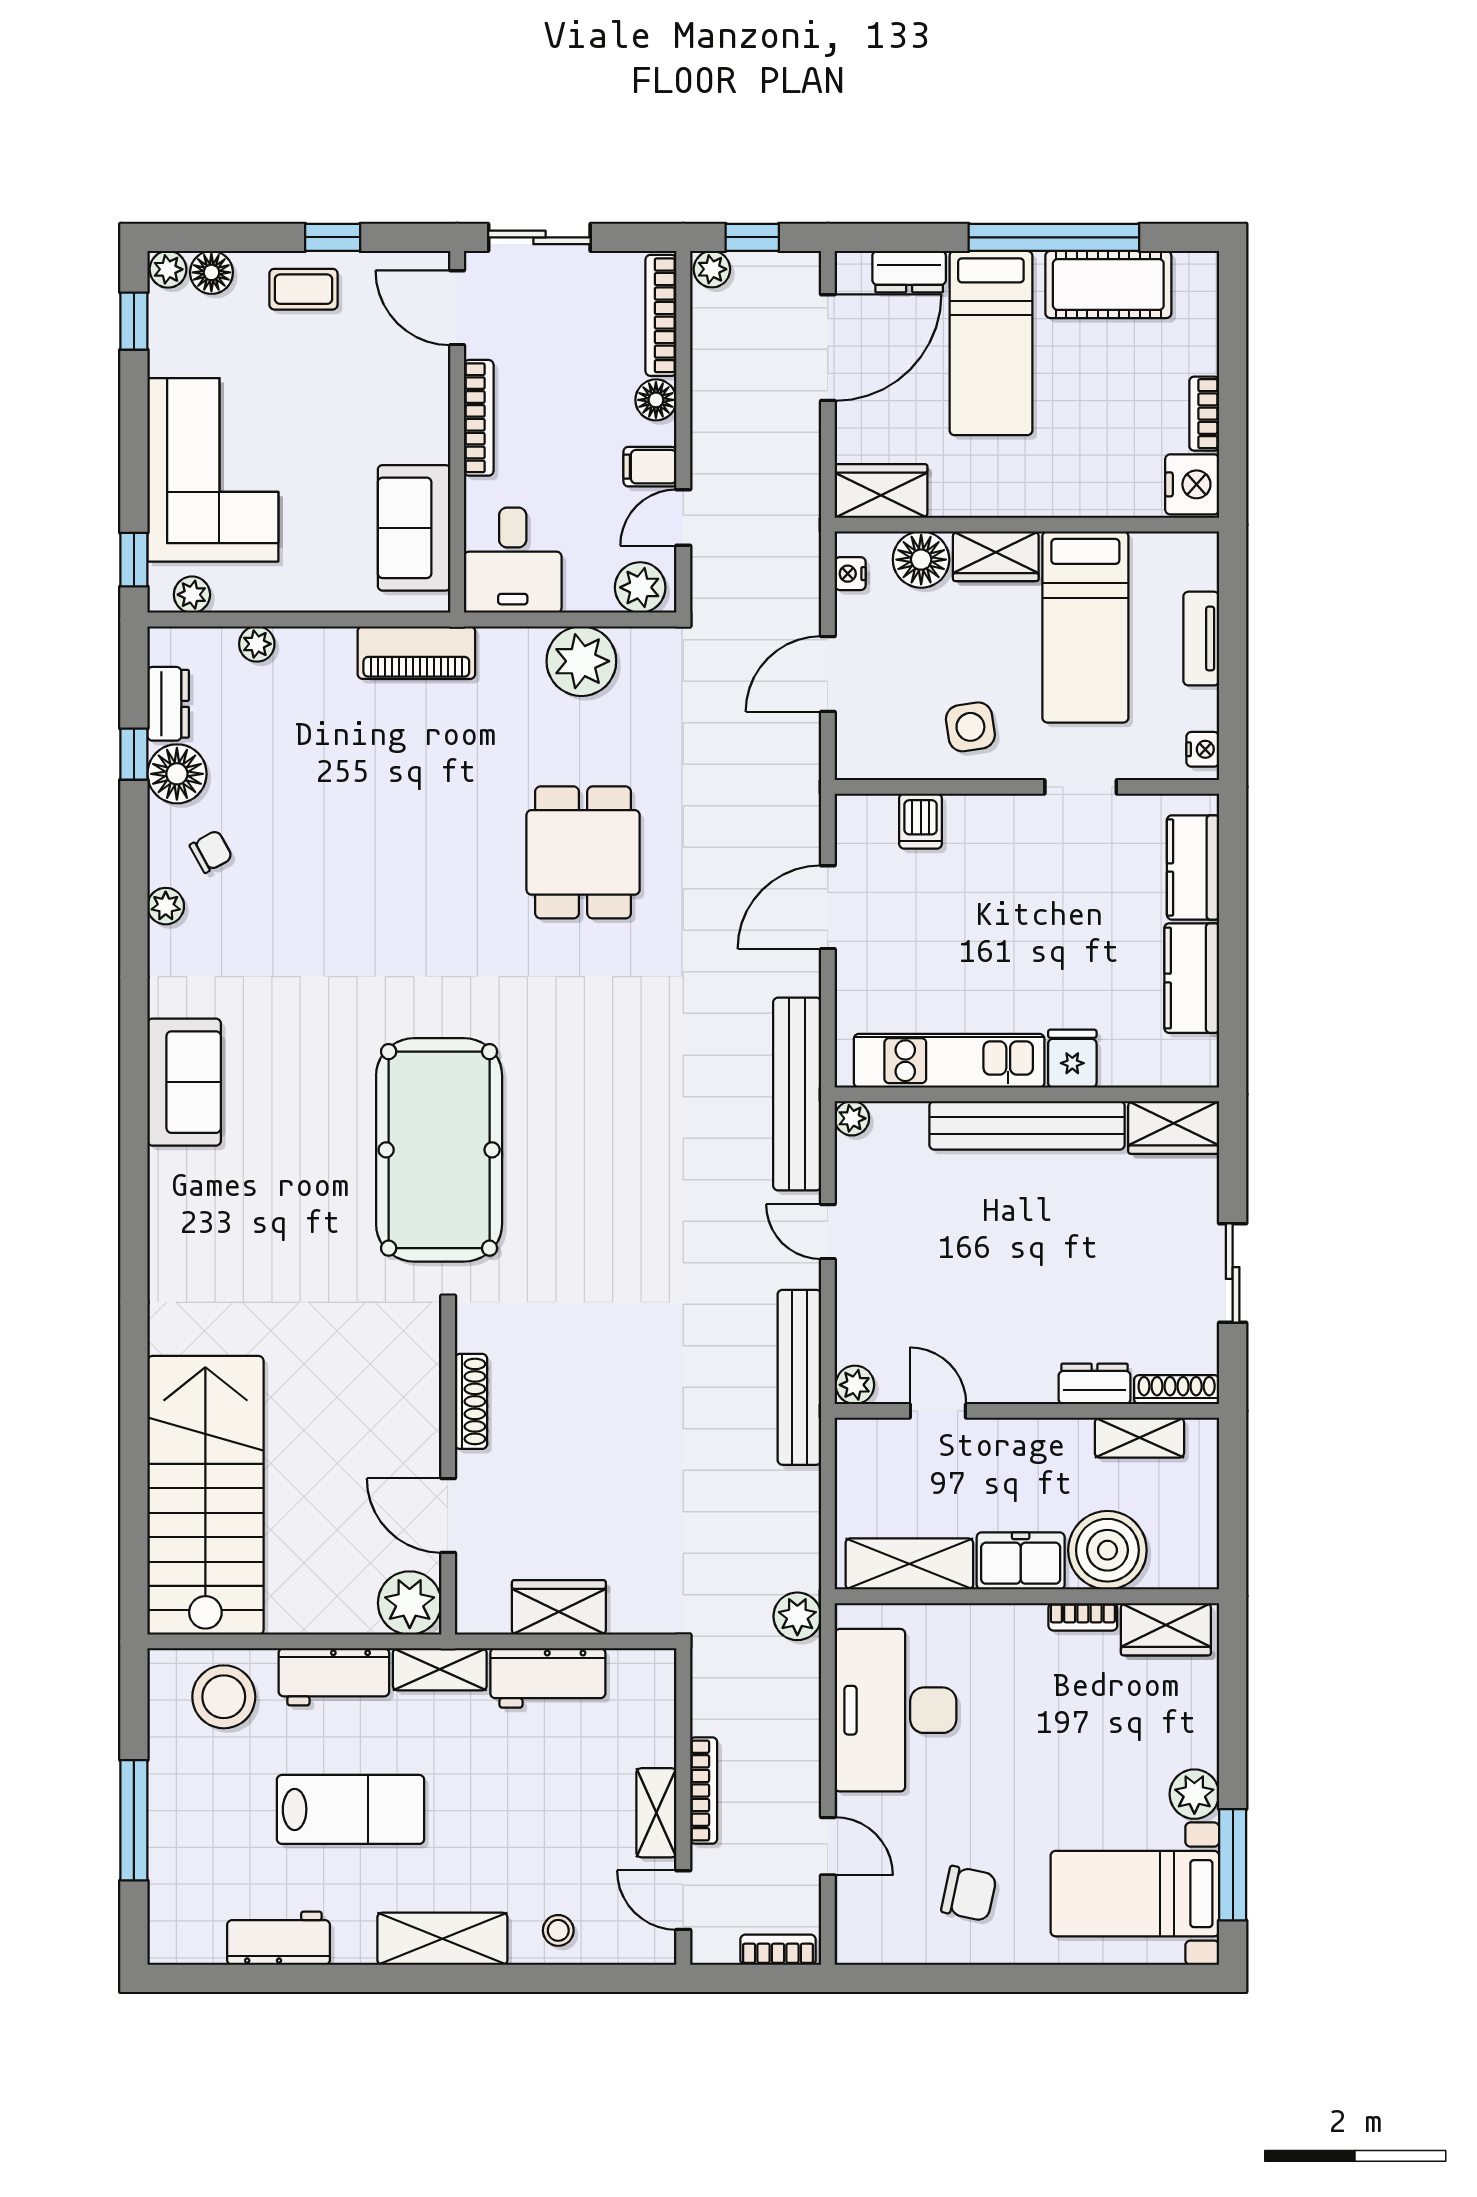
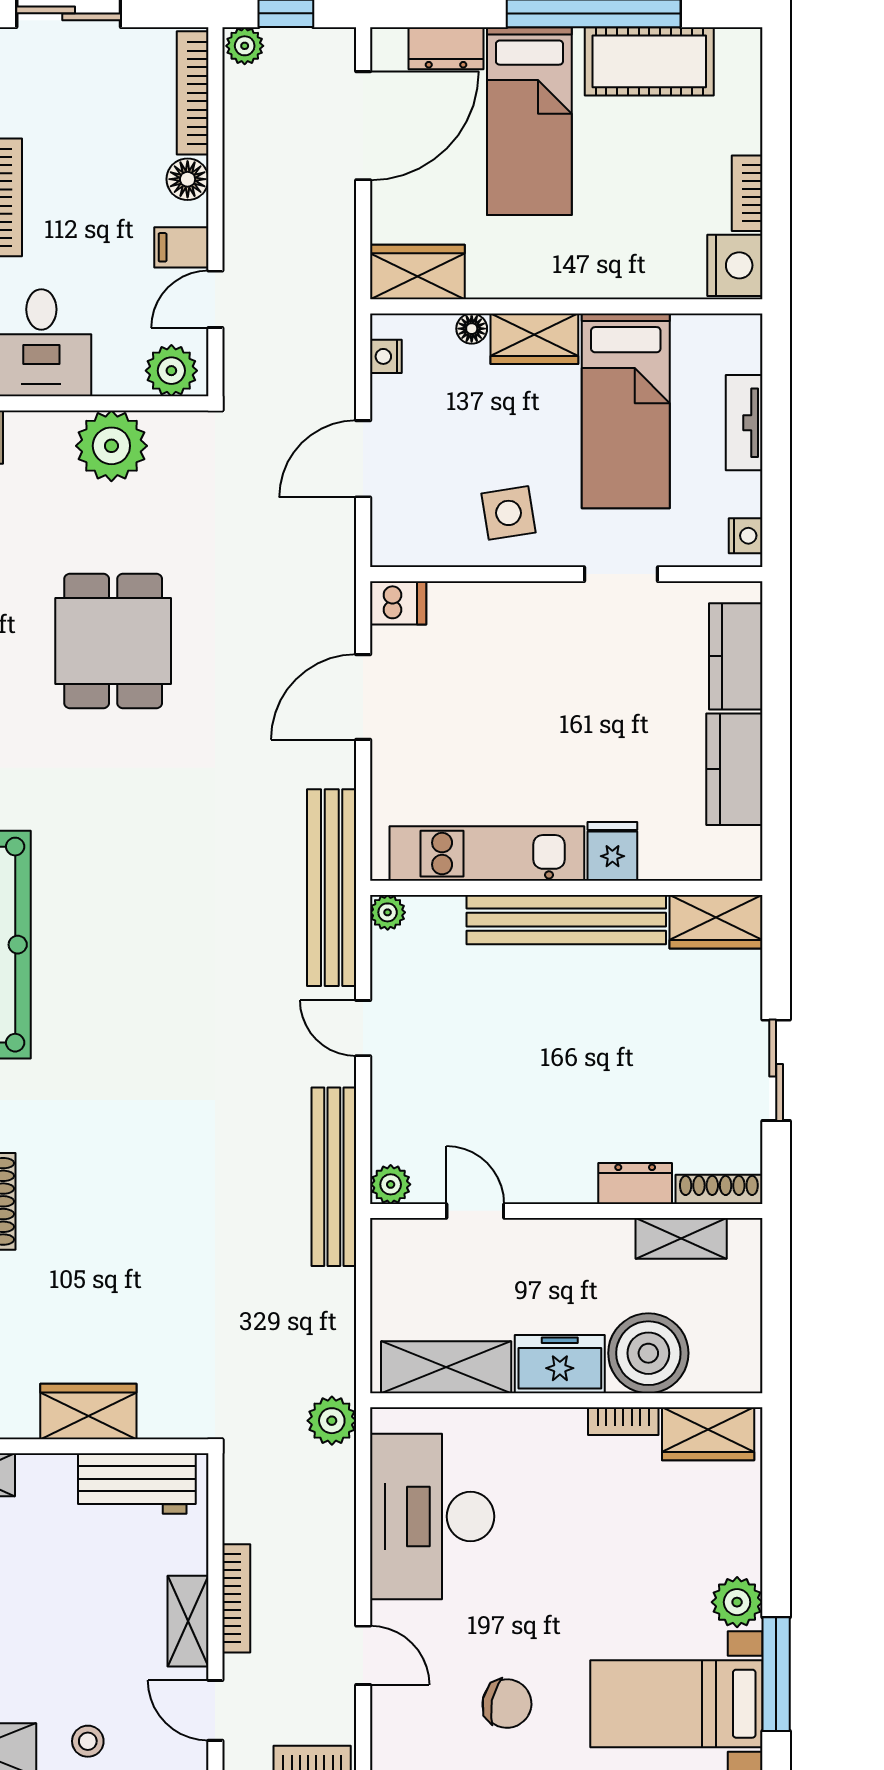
floor lamp: (921, 560) -> (472, 329), width x0.53, depth x0.53
dishwasher: (921, 821) -> (398, 603), moved, turned -90
workbench: (548, 1678) -> (137, 1484), moved

